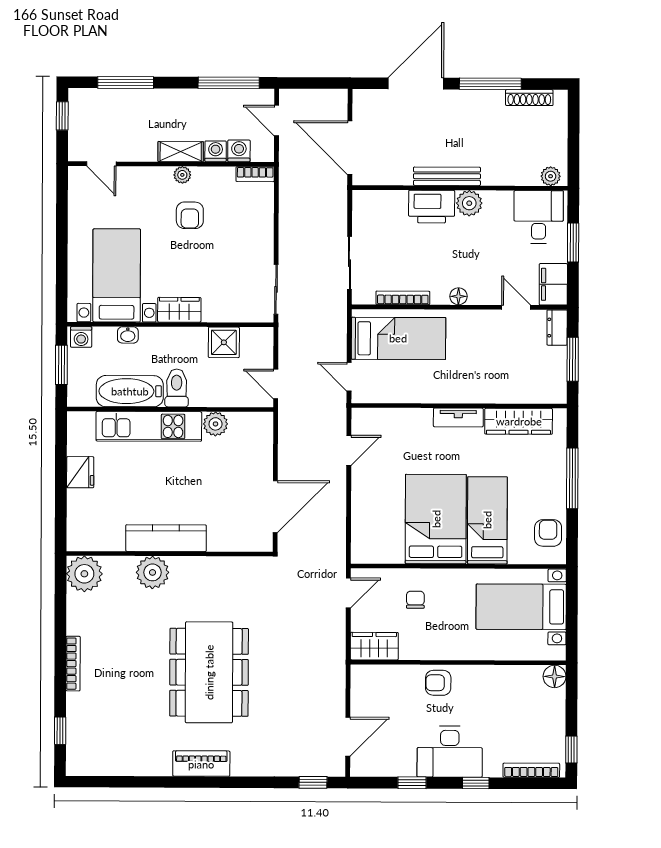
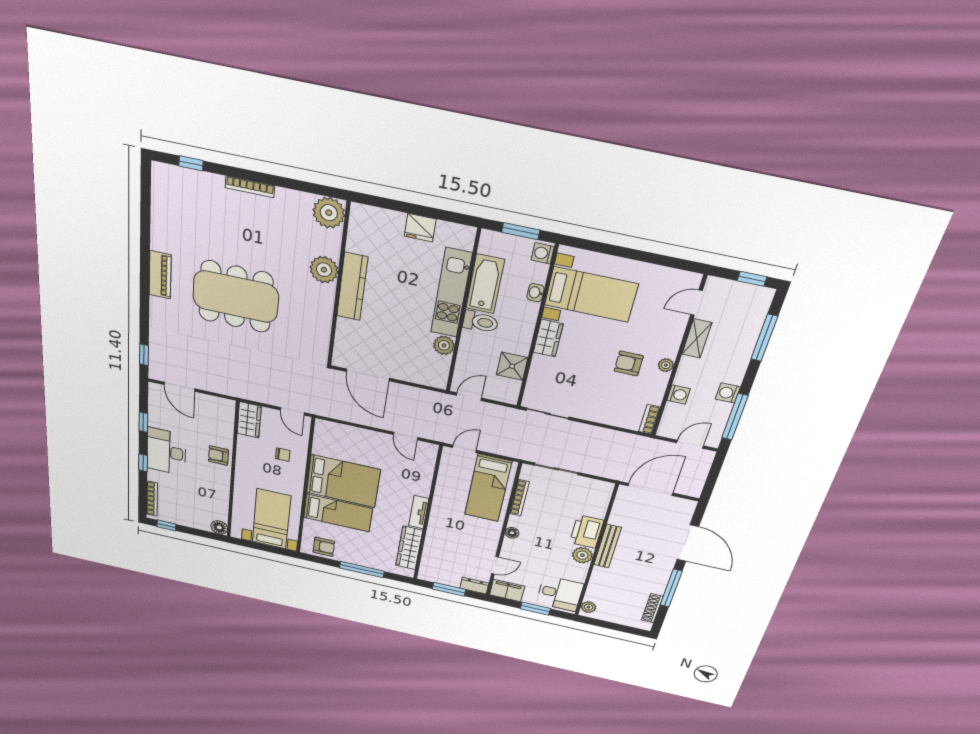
washing machine: (239, 151) -> (728, 393), moved, turned 180
shelving: (181, 152) -> (697, 338), moved
armchair: (438, 683) -> (218, 456), turned -90

